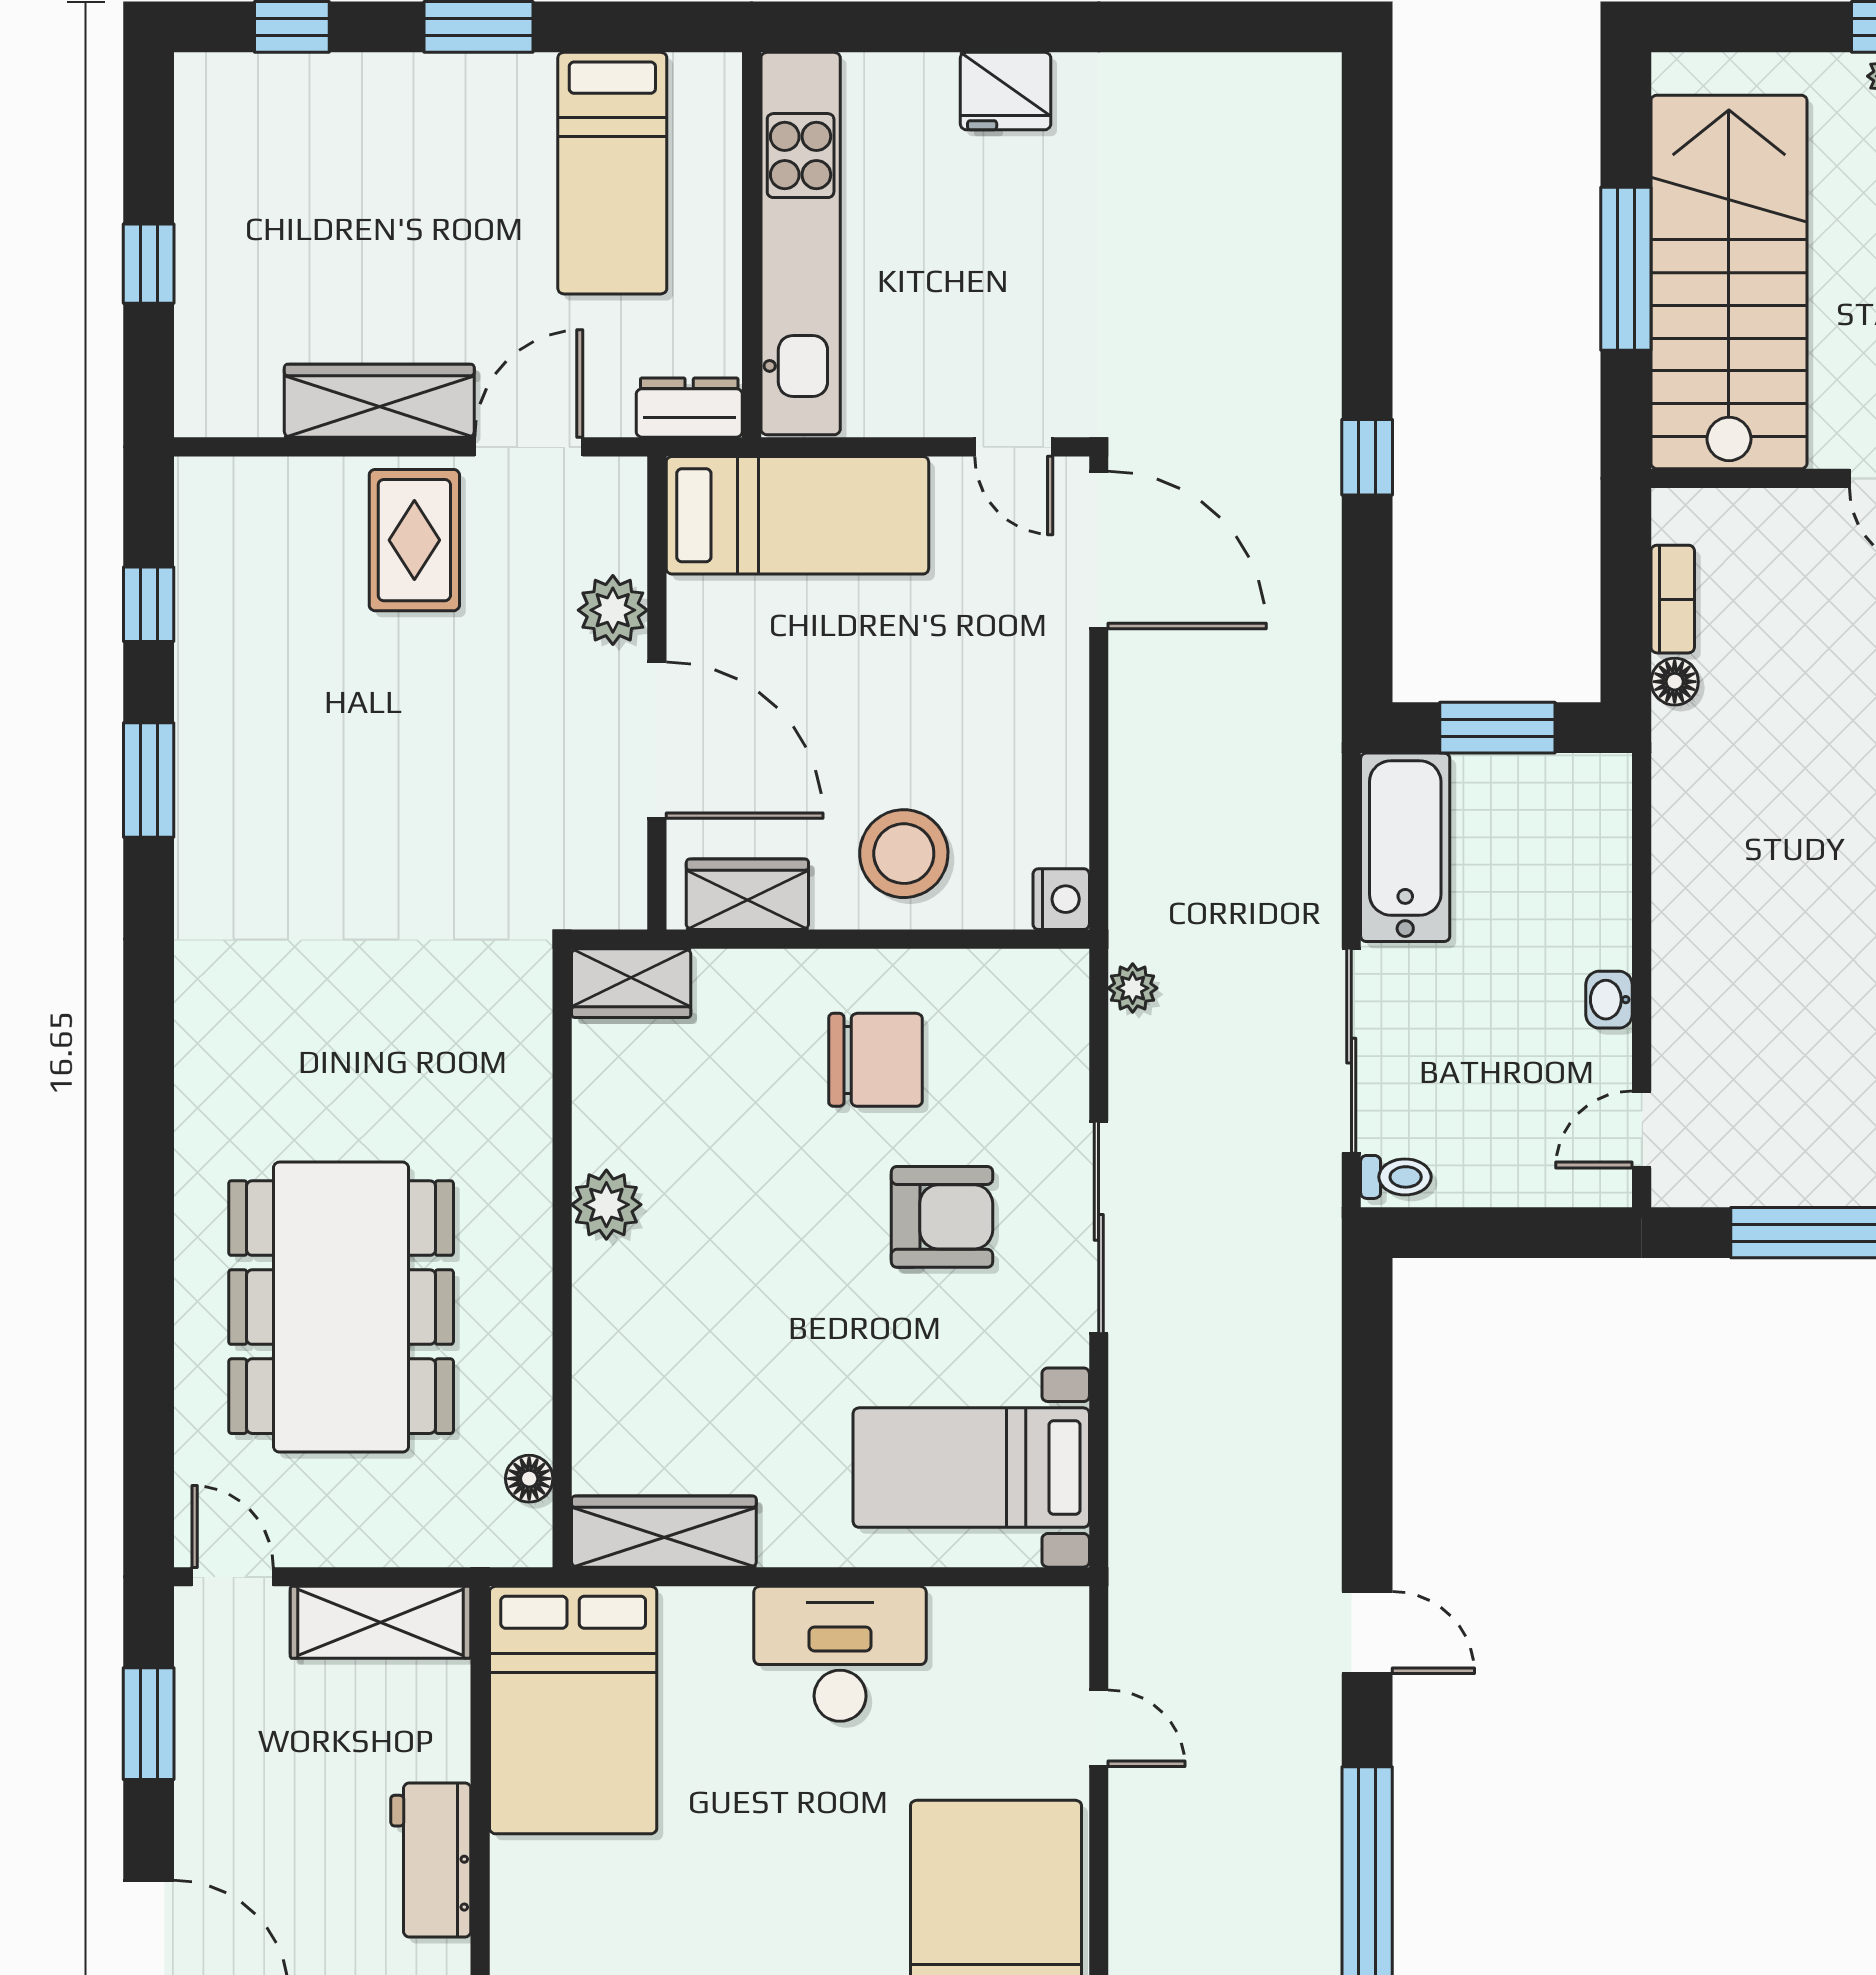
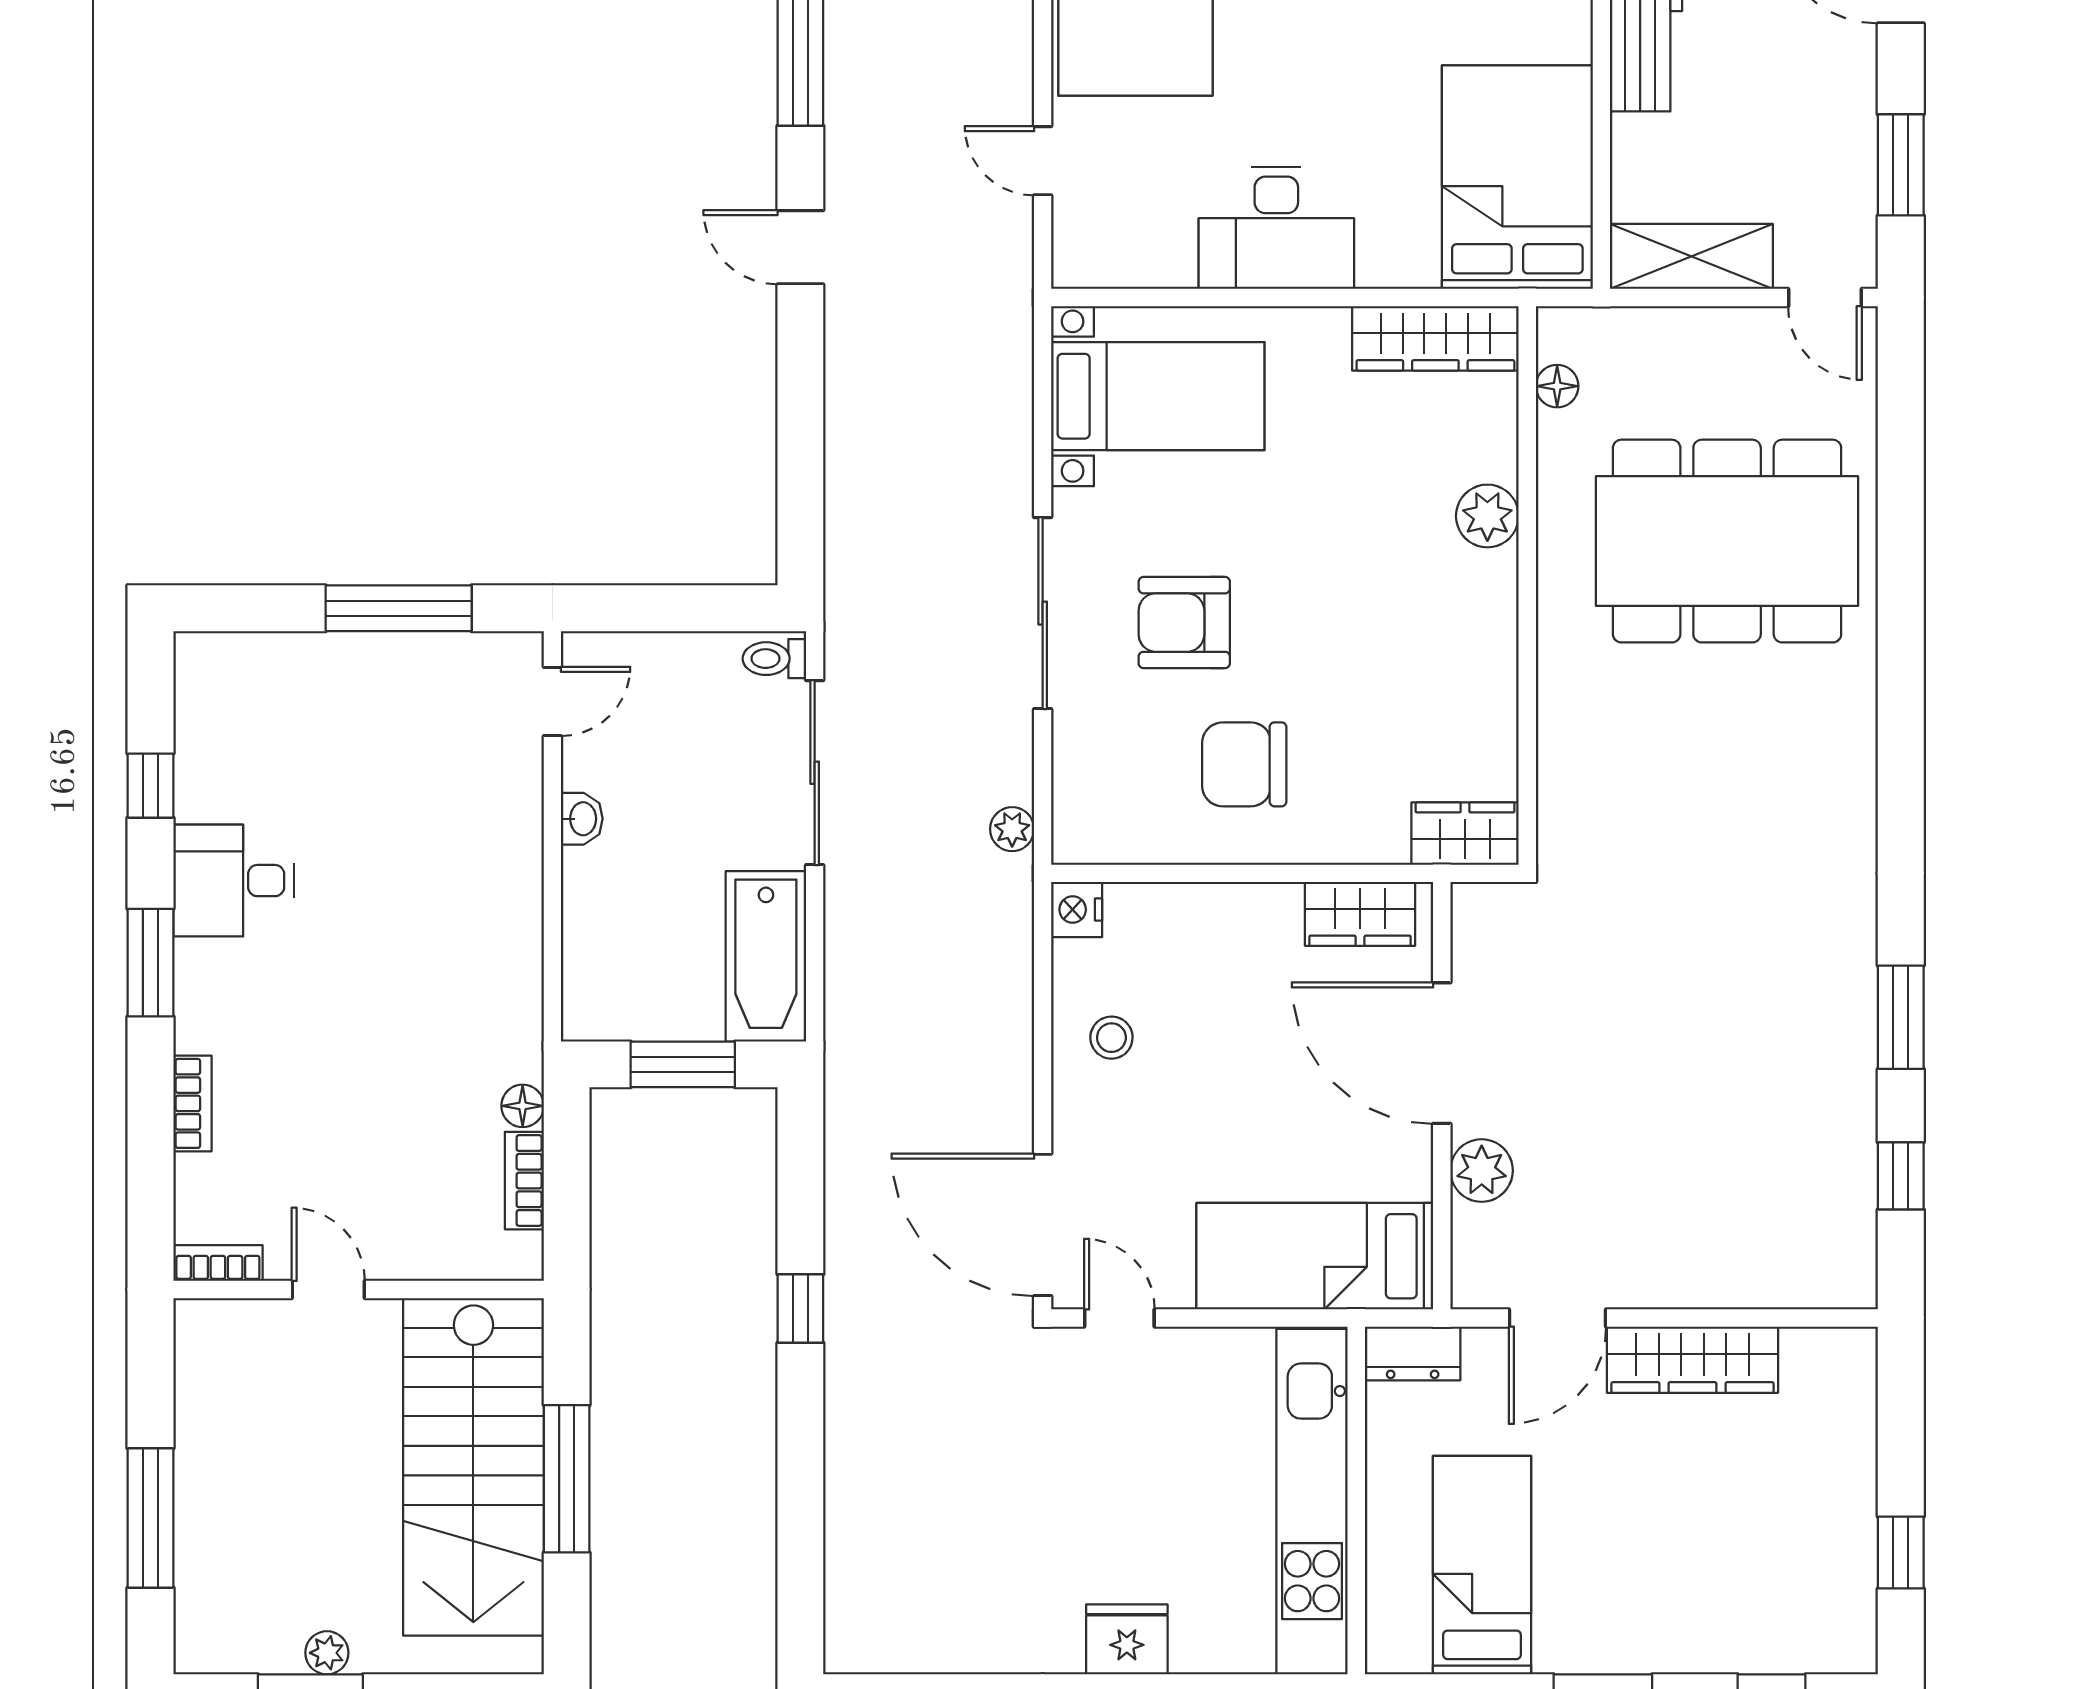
window: (149, 264) -> (1901, 1552), moved
rug: (414, 540) -> (1661, 1234), removed
stool: (904, 854) -> (1111, 1038), moved, width x0.53, depth x0.53
plant: (606, 1205) -> (1487, 516), moved
dining table: (341, 1307) -> (1727, 541), turned 90

